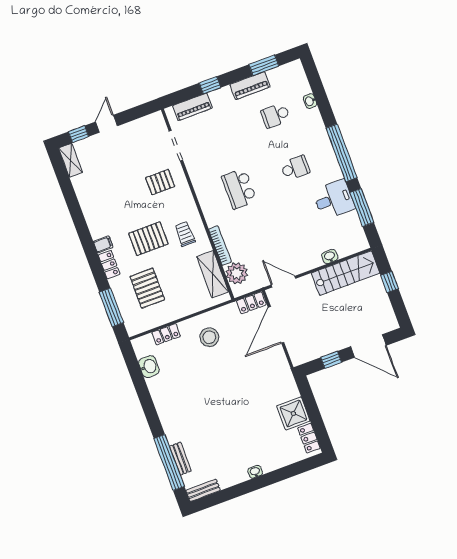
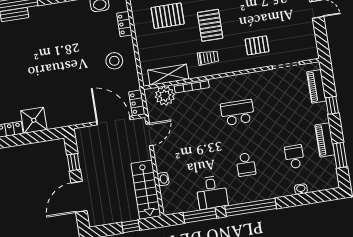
pallet: (160, 182) -> (257, 45), turned 90

